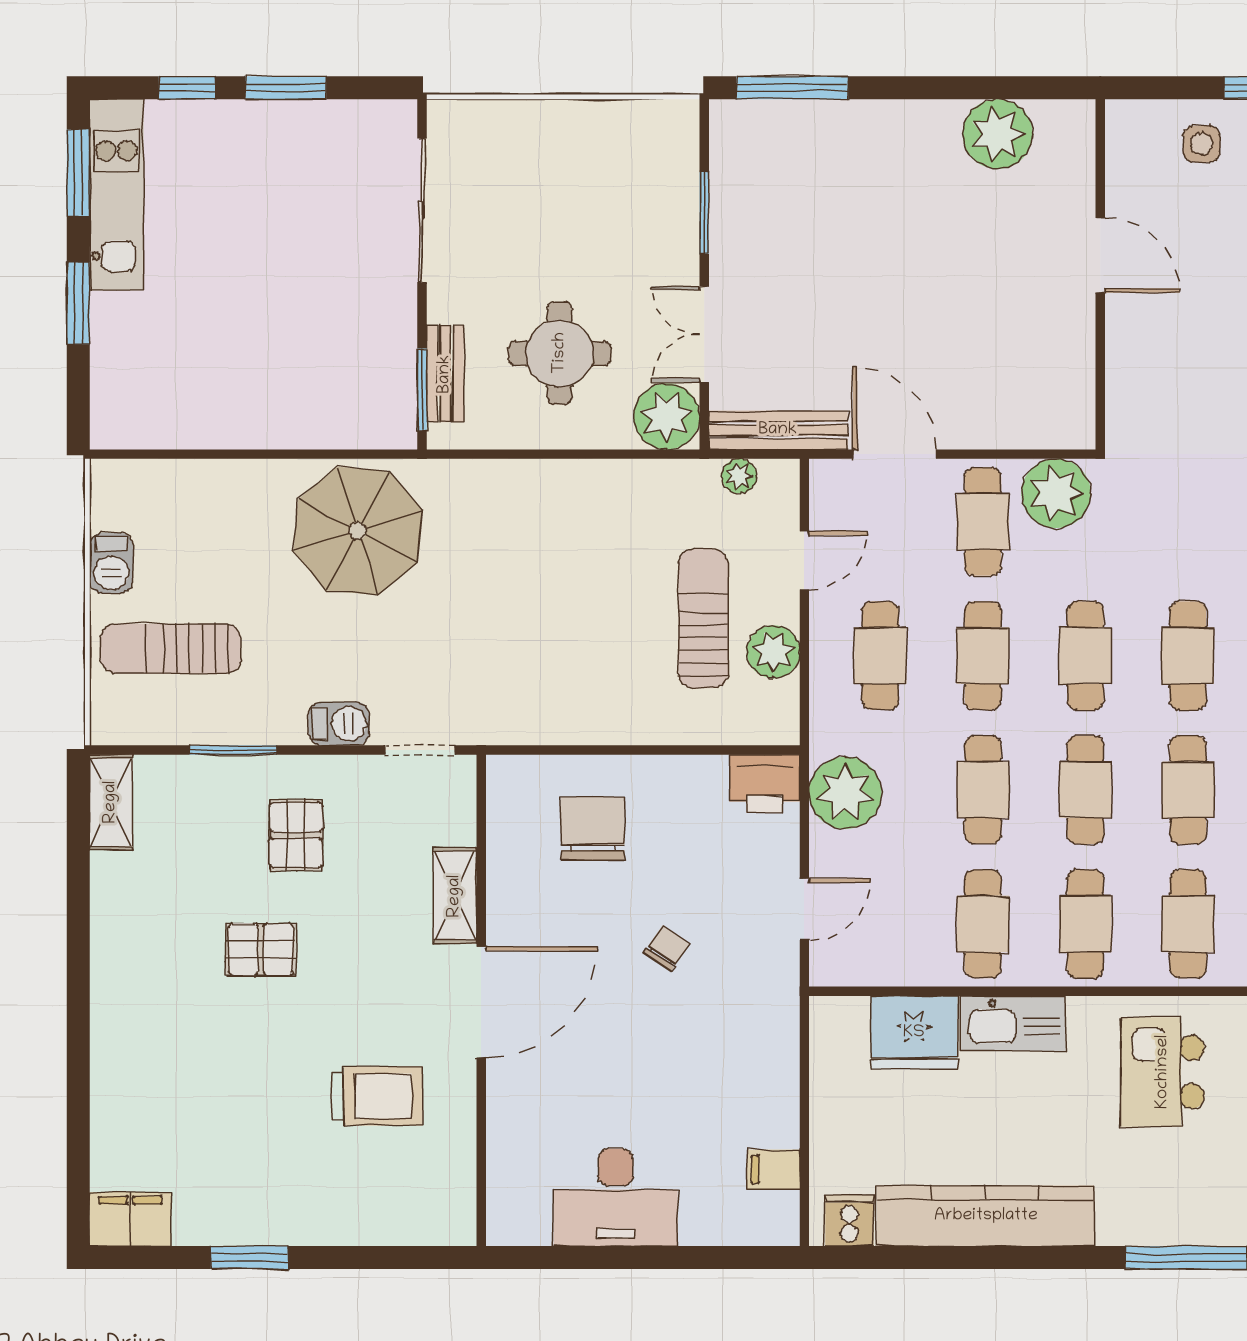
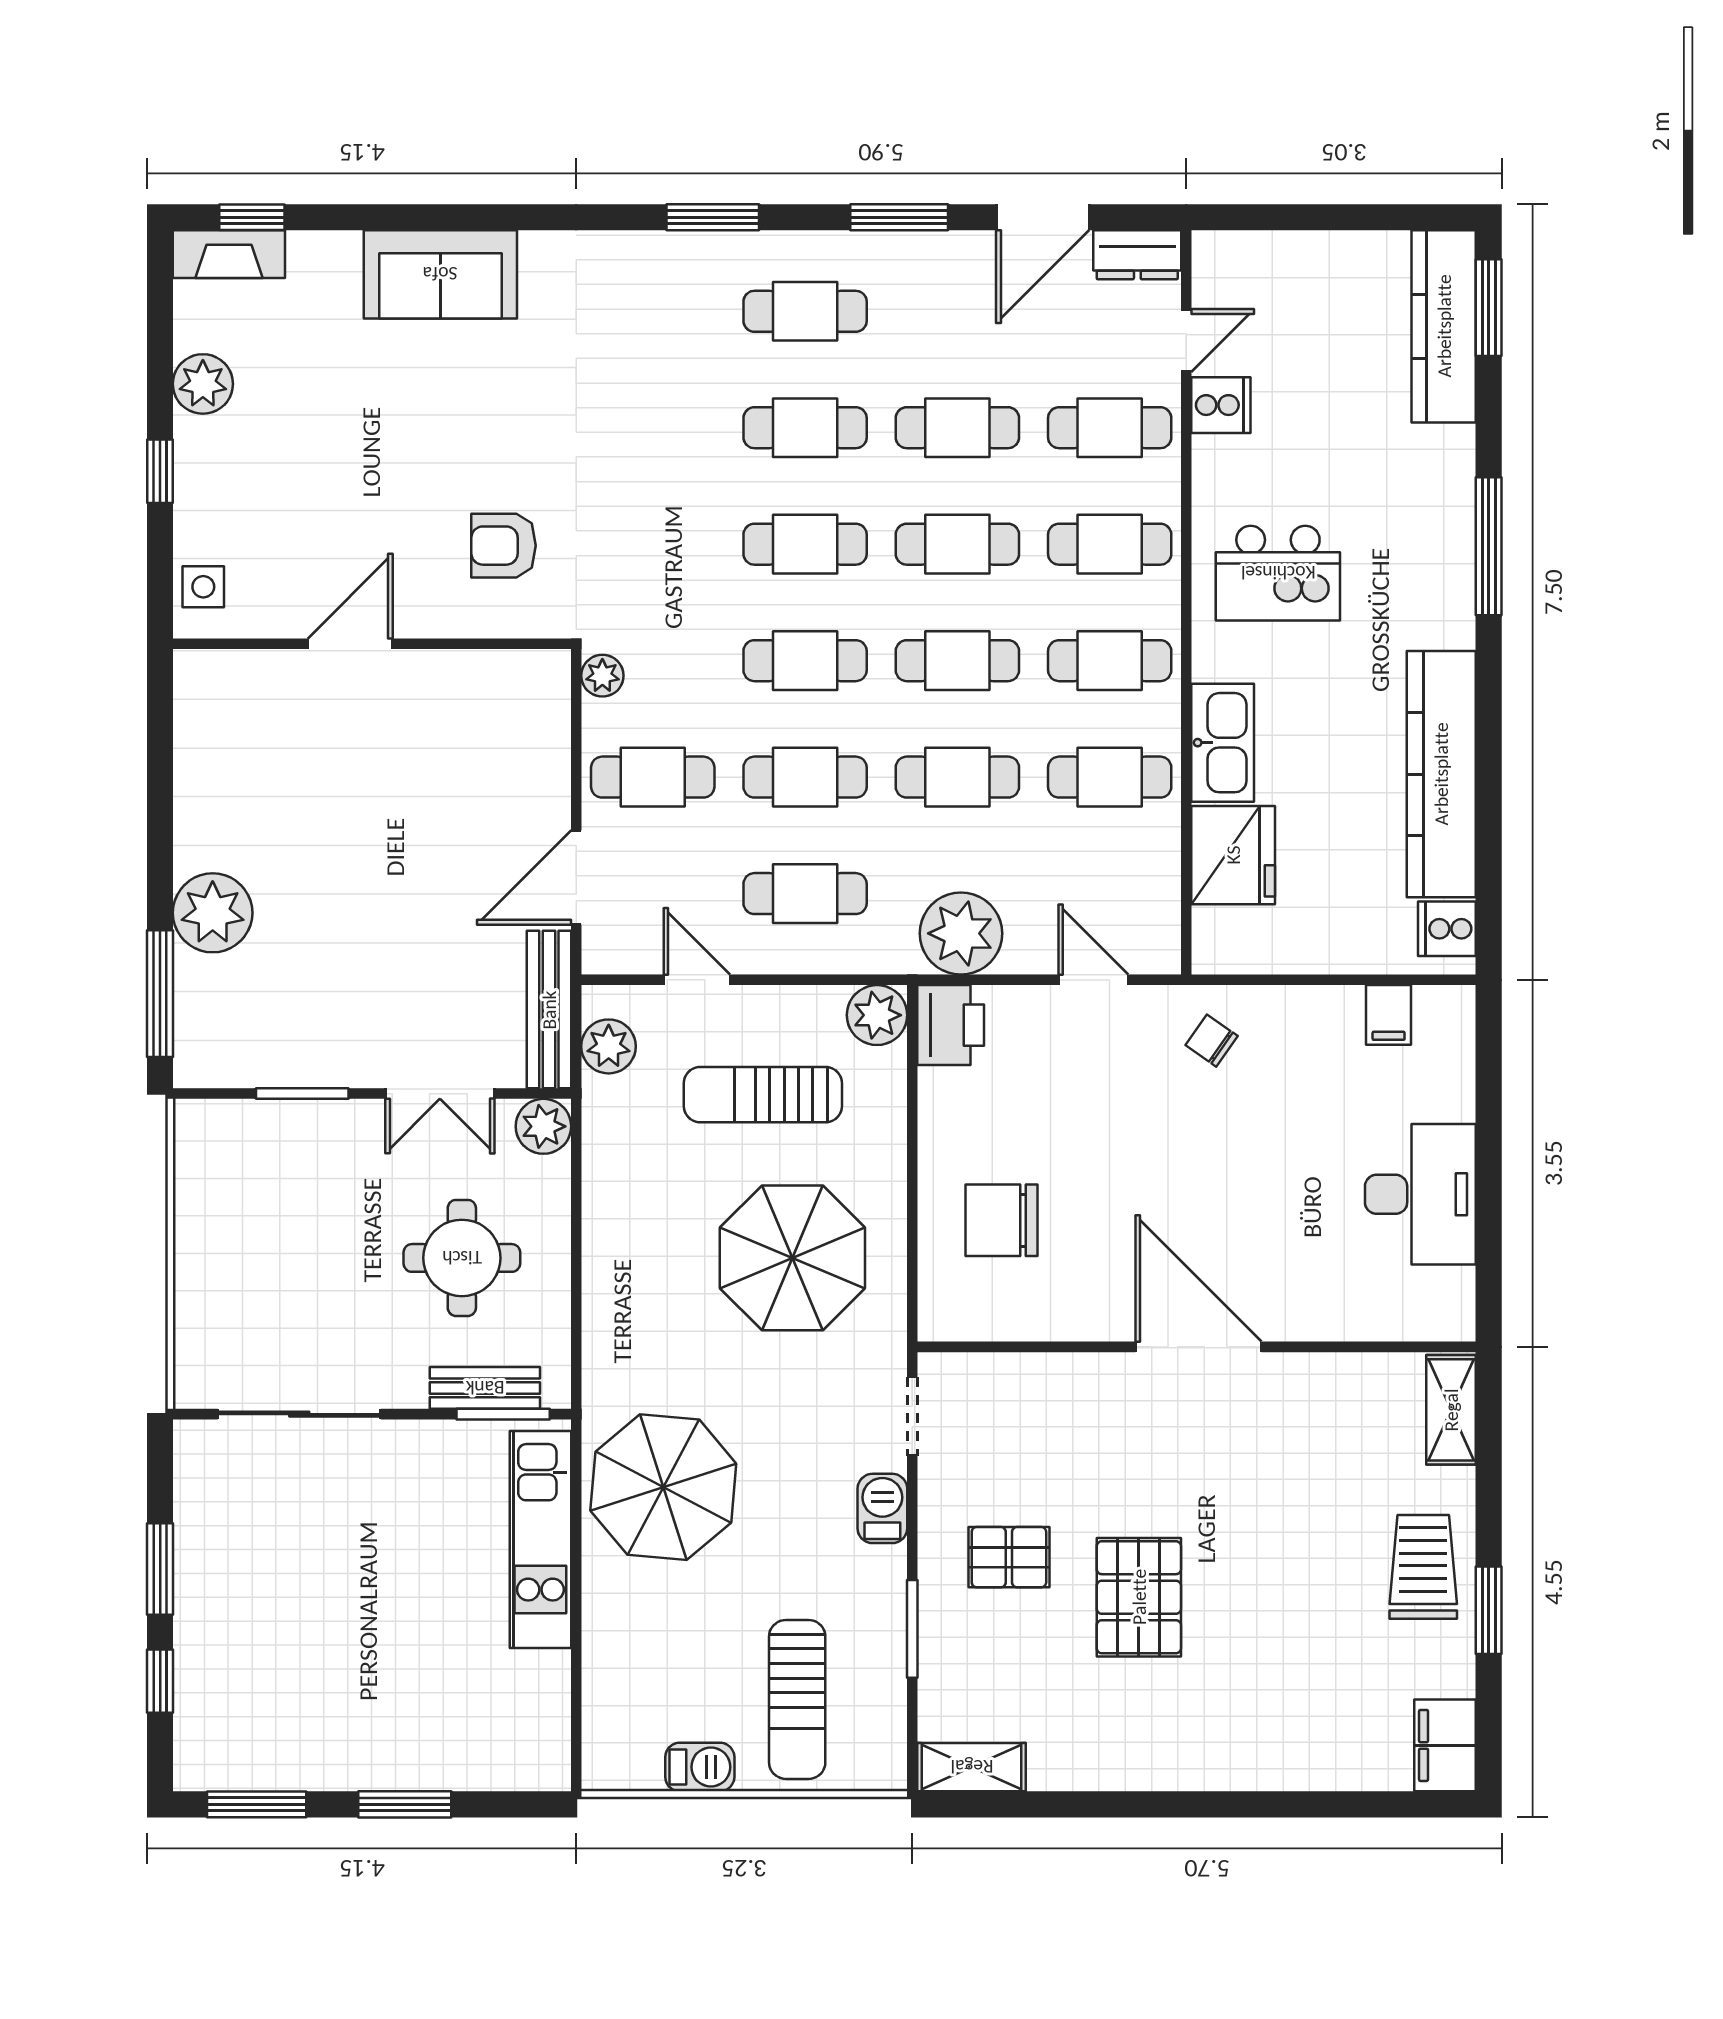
plant: (998, 134) -> (213, 913), moved
side table: (1202, 144) -> (203, 587), moved
kitchen unit: (117, 195) -> (540, 1540), moved, turned -90
armchair: (1187, 390) -> (504, 546), added
plant: (667, 416) -> (543, 1126), width x0.73, depth x0.73
plant: (739, 476) -> (609, 1046), width x1.38, depth x1.38
plant: (1056, 493) -> (602, 676), width x0.53, depth x0.53
parasol: (560, 645) -> (792, 1258), added
plant: (773, 652) -> (877, 1015), moved
shelving: (455, 896) -> (1451, 1410), moved, turned 90
chair: (667, 948) -> (1212, 1041), moved
pallet: (261, 950) -> (1139, 1597), width x1.50, depth x1.42
trolley: (377, 1096) -> (1423, 1567), moved

